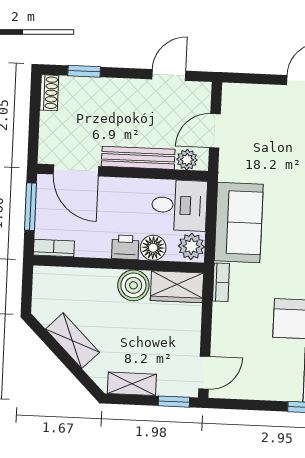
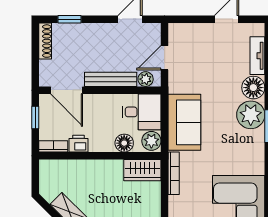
shoe rack: (49, 93) -> (45, 41), width x1.43
window: (30, 207) -> (35, 118), width x0.67
printer: (125, 247) -> (79, 144), moved
bookcase: (221, 282) -> (174, 173), width x1.56
boiler: (133, 285) -> (111, 171), removed

